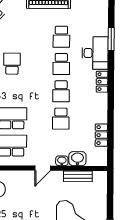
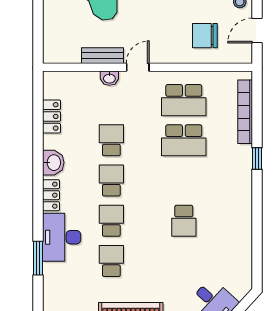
washbasin: (77, 159) -> (53, 163), moved, turned -90
bench: (78, 176) -> (103, 56), moved

